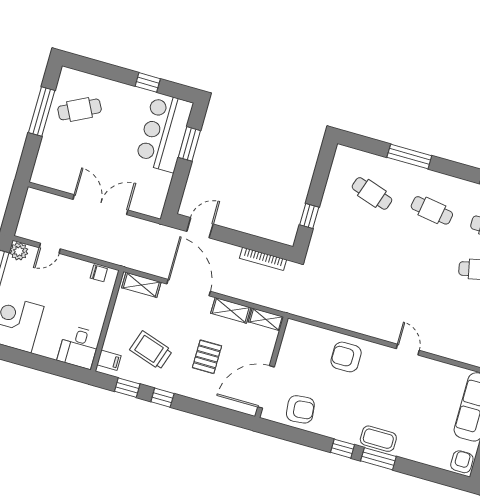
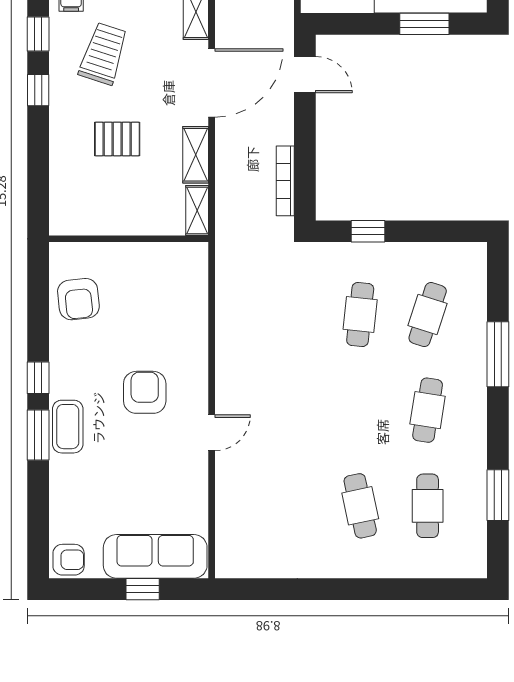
cafe table: (360, 236) -> (360, 315), added
armchair: (346, 357) -> (145, 392), moved
door: (266, 387) -> (97, 239), removed

